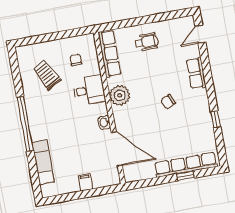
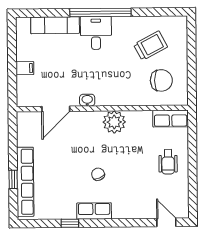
row of seats: (109, 54) -> (171, 119), width x0.68
chair: (76, 60) -> (161, 80), width x1.87, depth x1.87
row of seats: (196, 73) -> (94, 211), moved
desk: (89, 90) -> (96, 33), moved, turned 180
door: (117, 149) -> (56, 109), width x0.73

